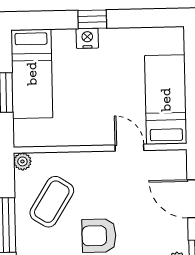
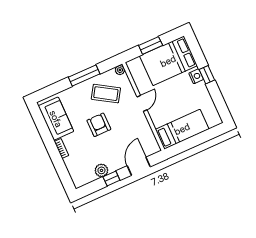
bed: (32, 74) -> (168, 61), width x1.50
door: (129, 148) -> (142, 103), moved

